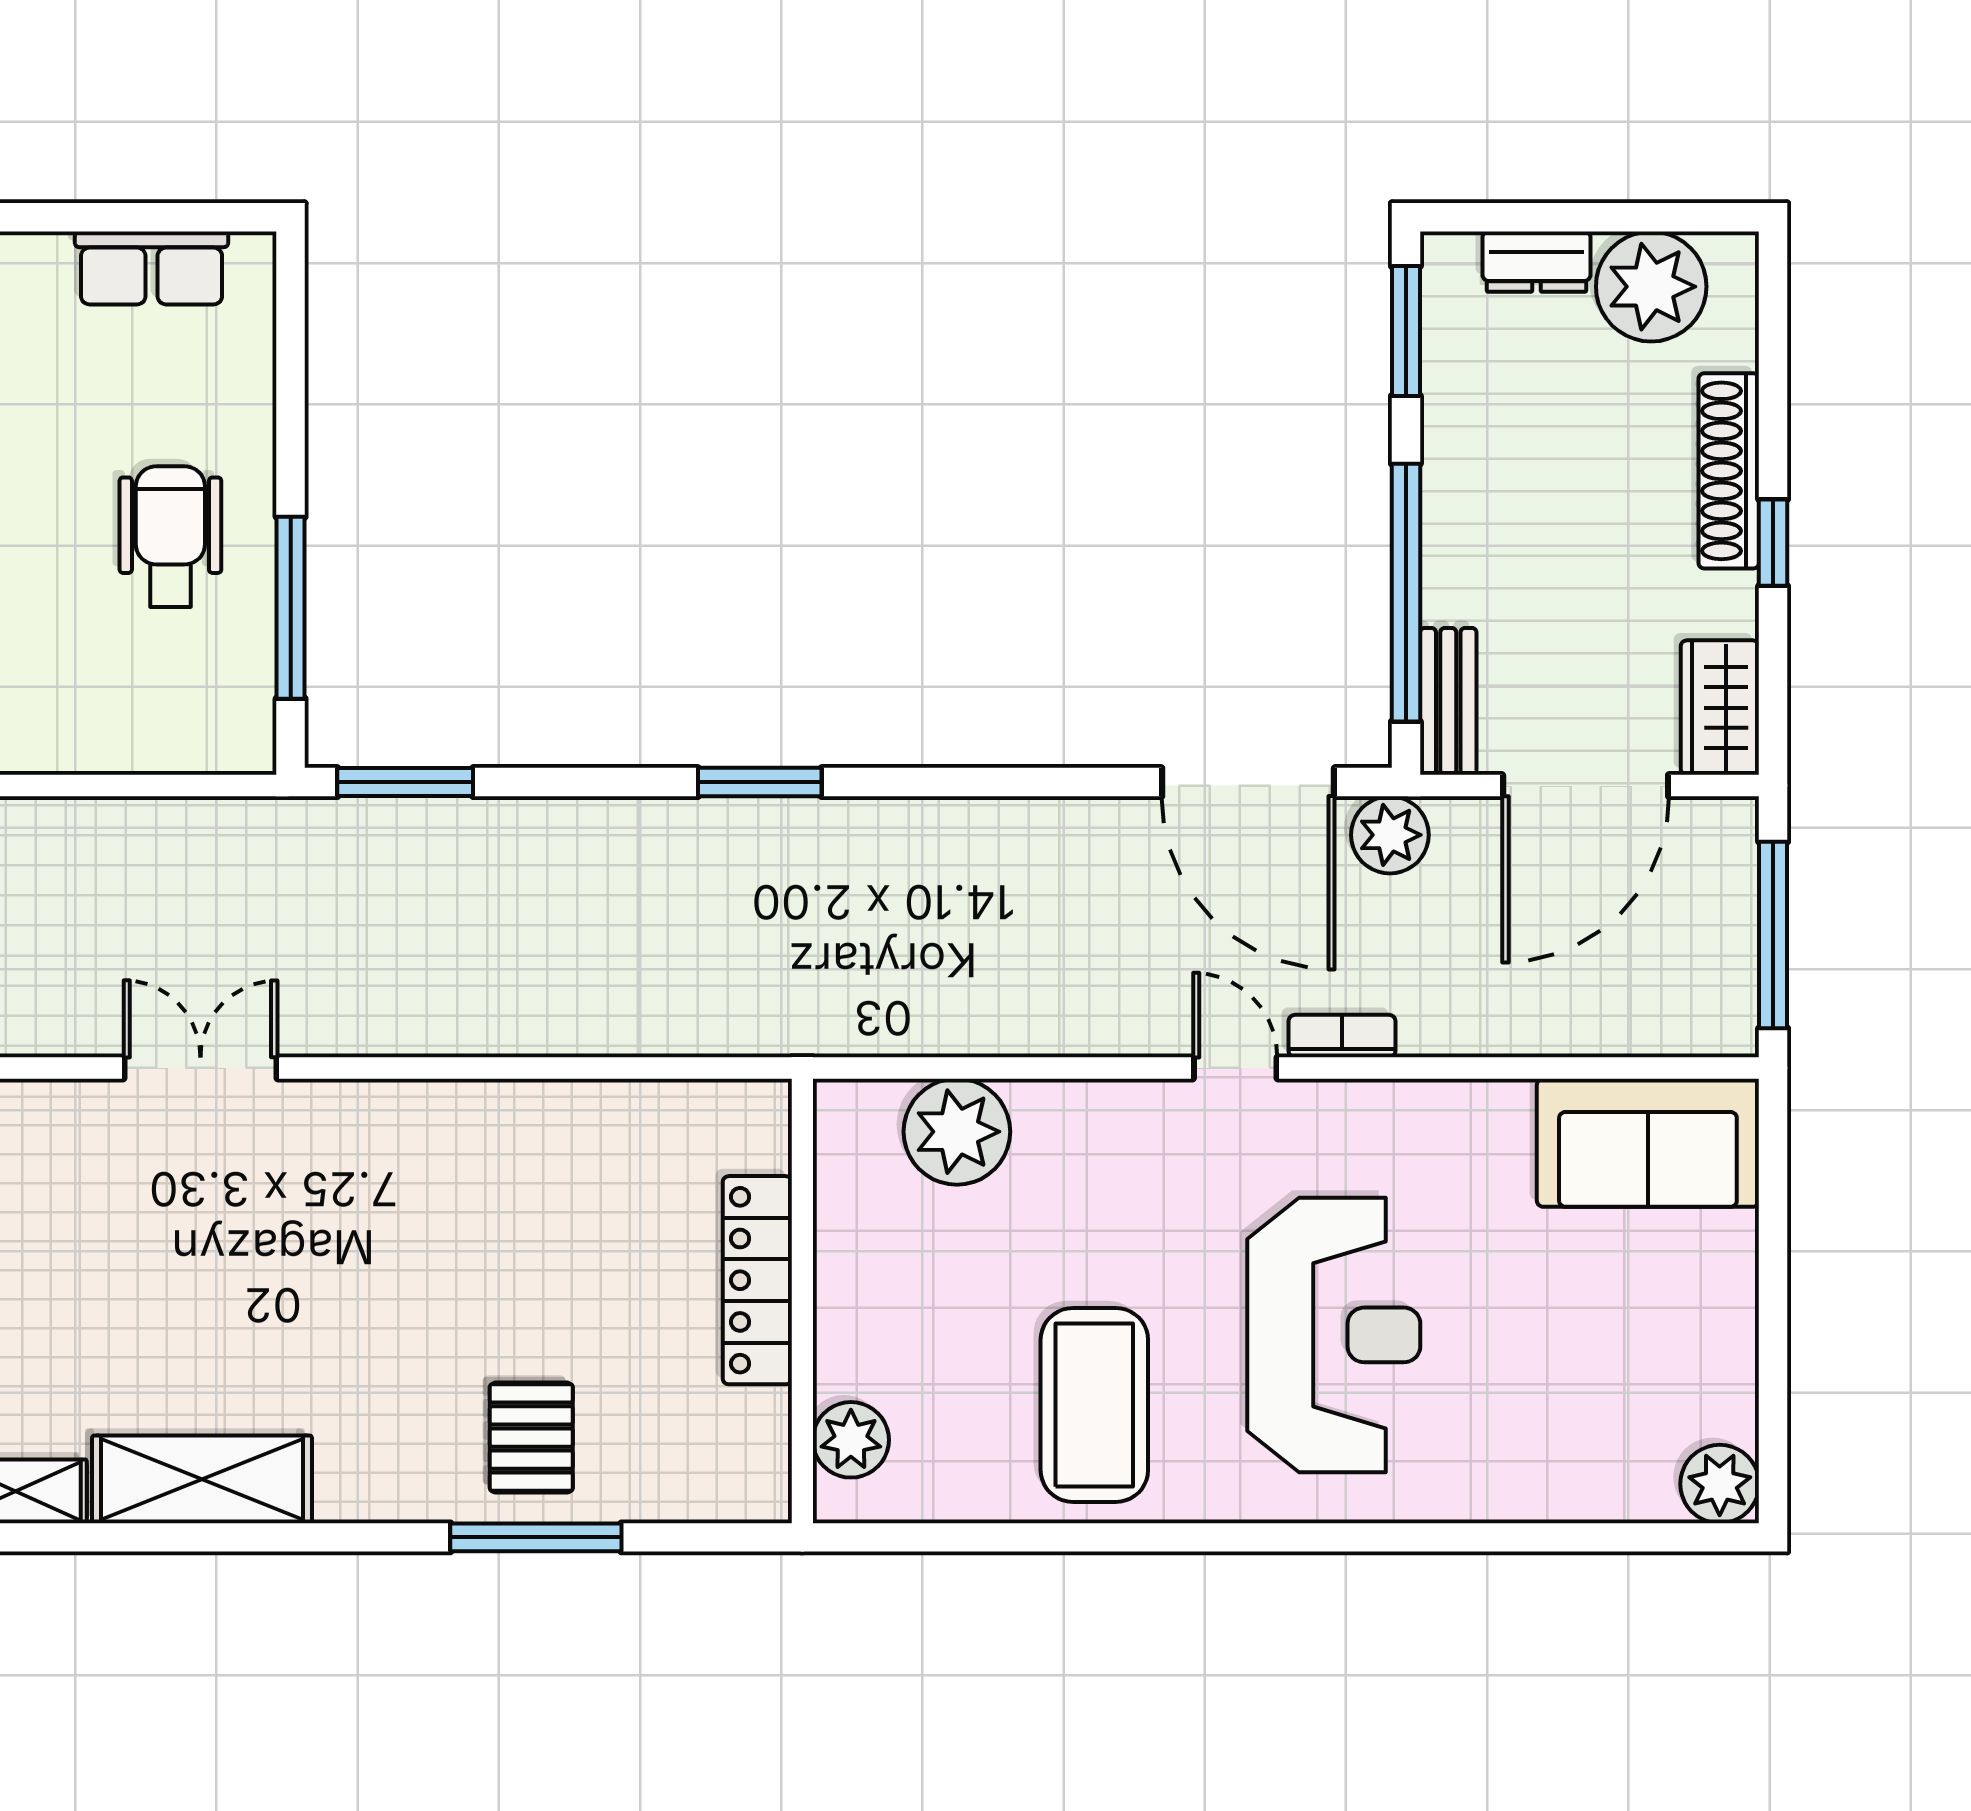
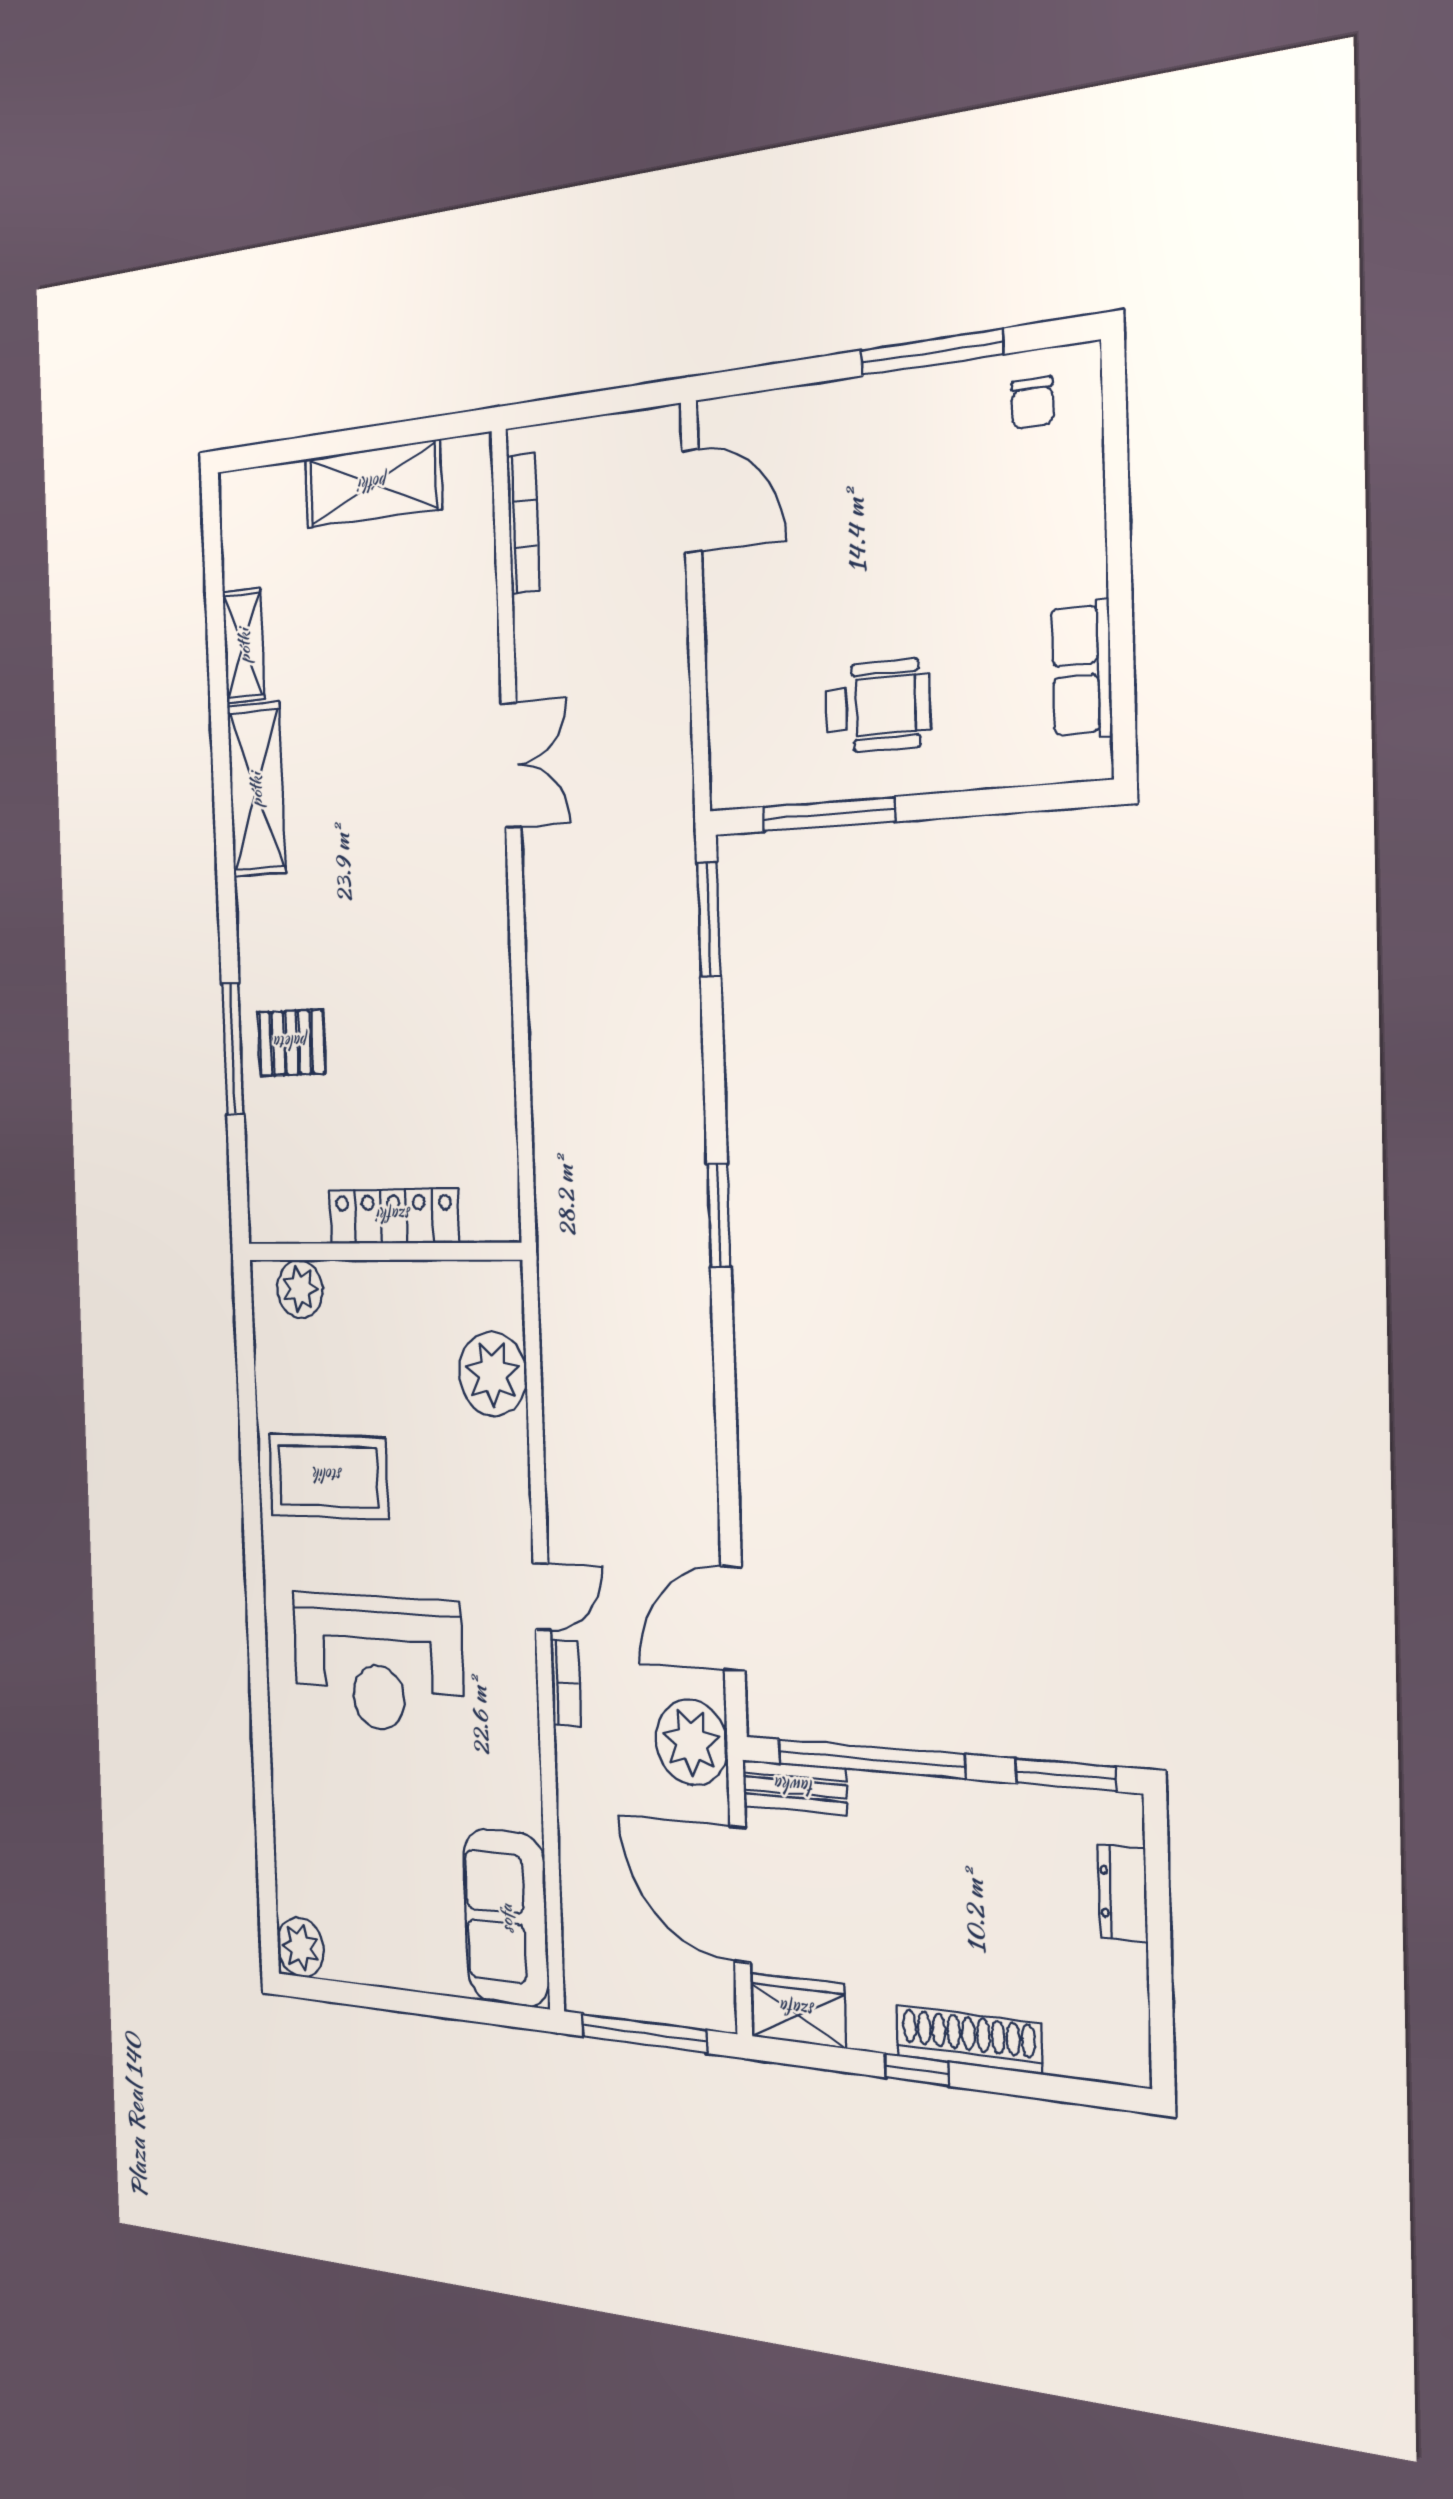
plant: (1651, 287) -> (1106, 1990), removed
door: (1248, 782) -> (733, 1618), width x0.73
plant: (1390, 835) -> (692, 1742), width x1.36, depth x1.36

